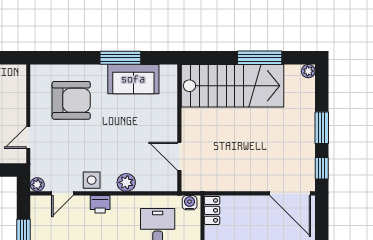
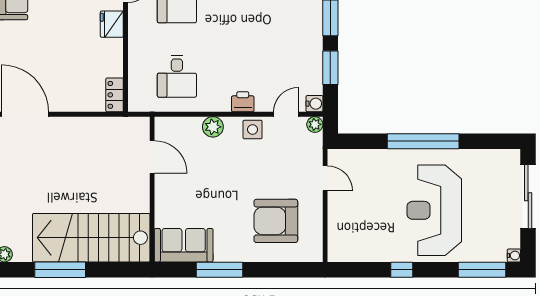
sofa: (133, 79) -> (184, 245), moved
door: (28, 137) -> (325, 178), hinge flipped
water cooler: (190, 203) -> (314, 104), moved, turned -90

